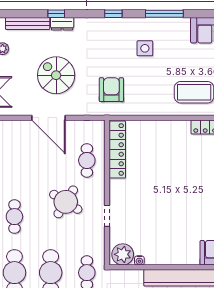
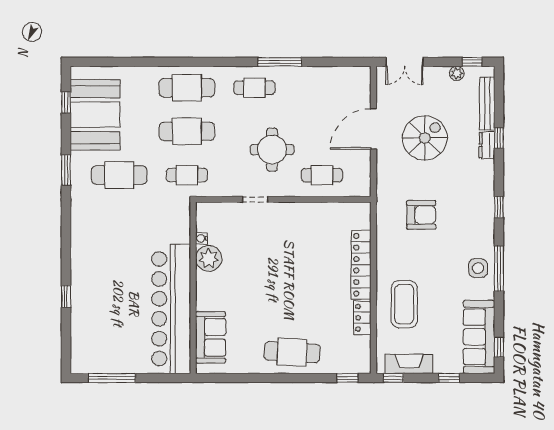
side table: (145, 48) -> (478, 268), moved
armchair: (111, 90) -> (421, 215), moved
locker: (117, 149) -> (361, 265), moved, turned 90
round table: (66, 202) -> (272, 150), turned -32
plant: (123, 254) -> (209, 258), moved

